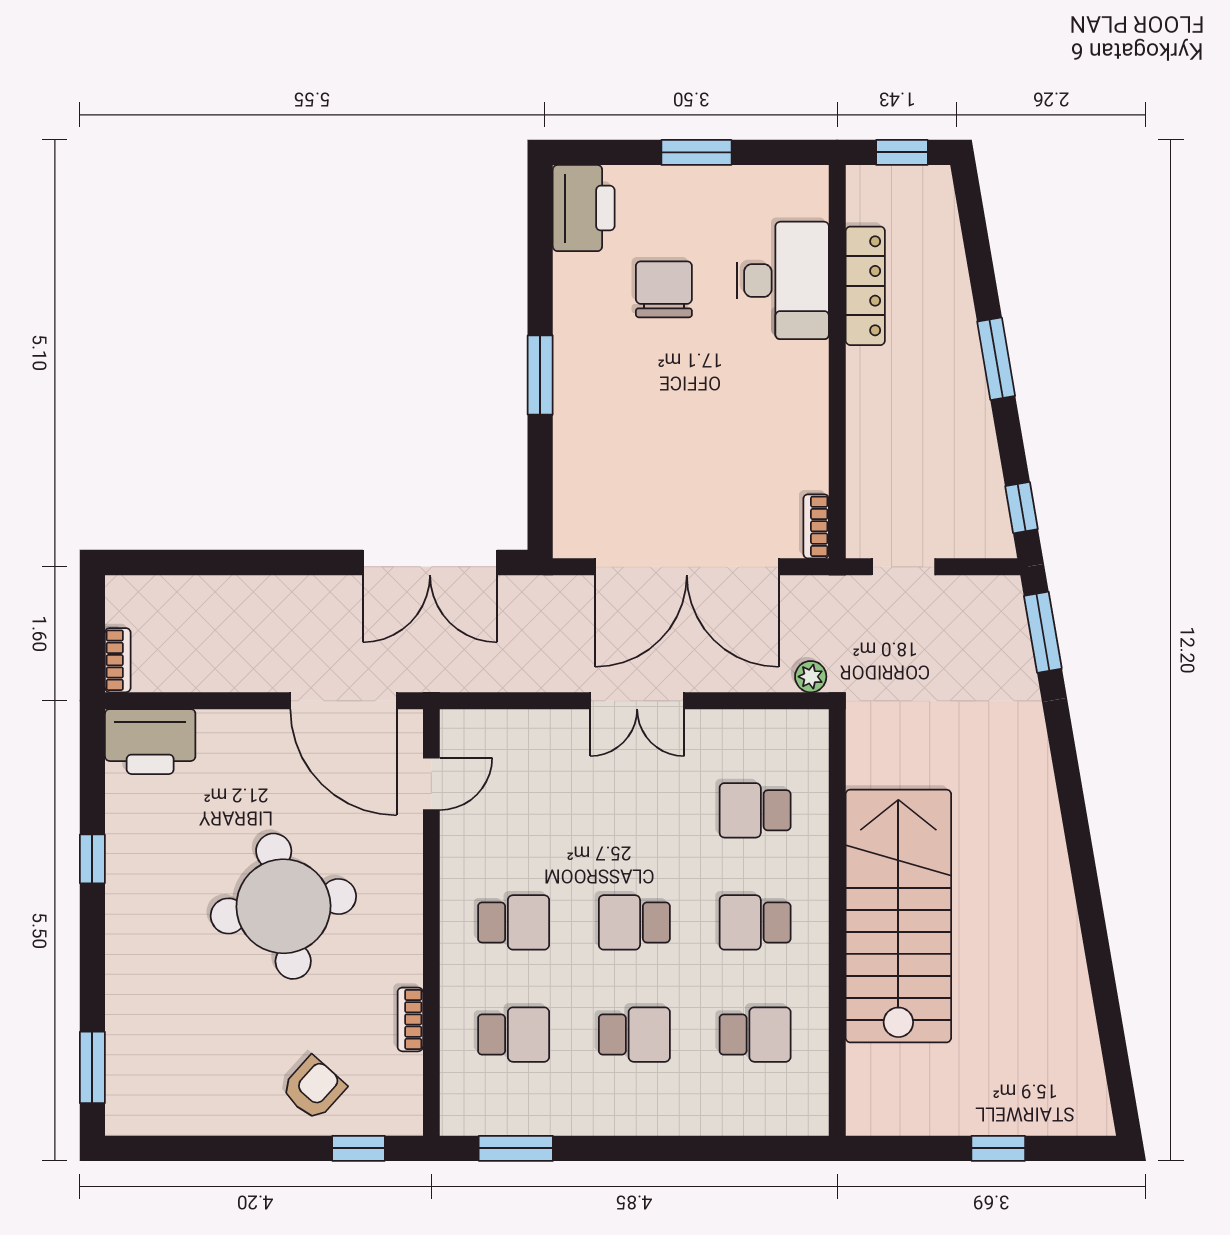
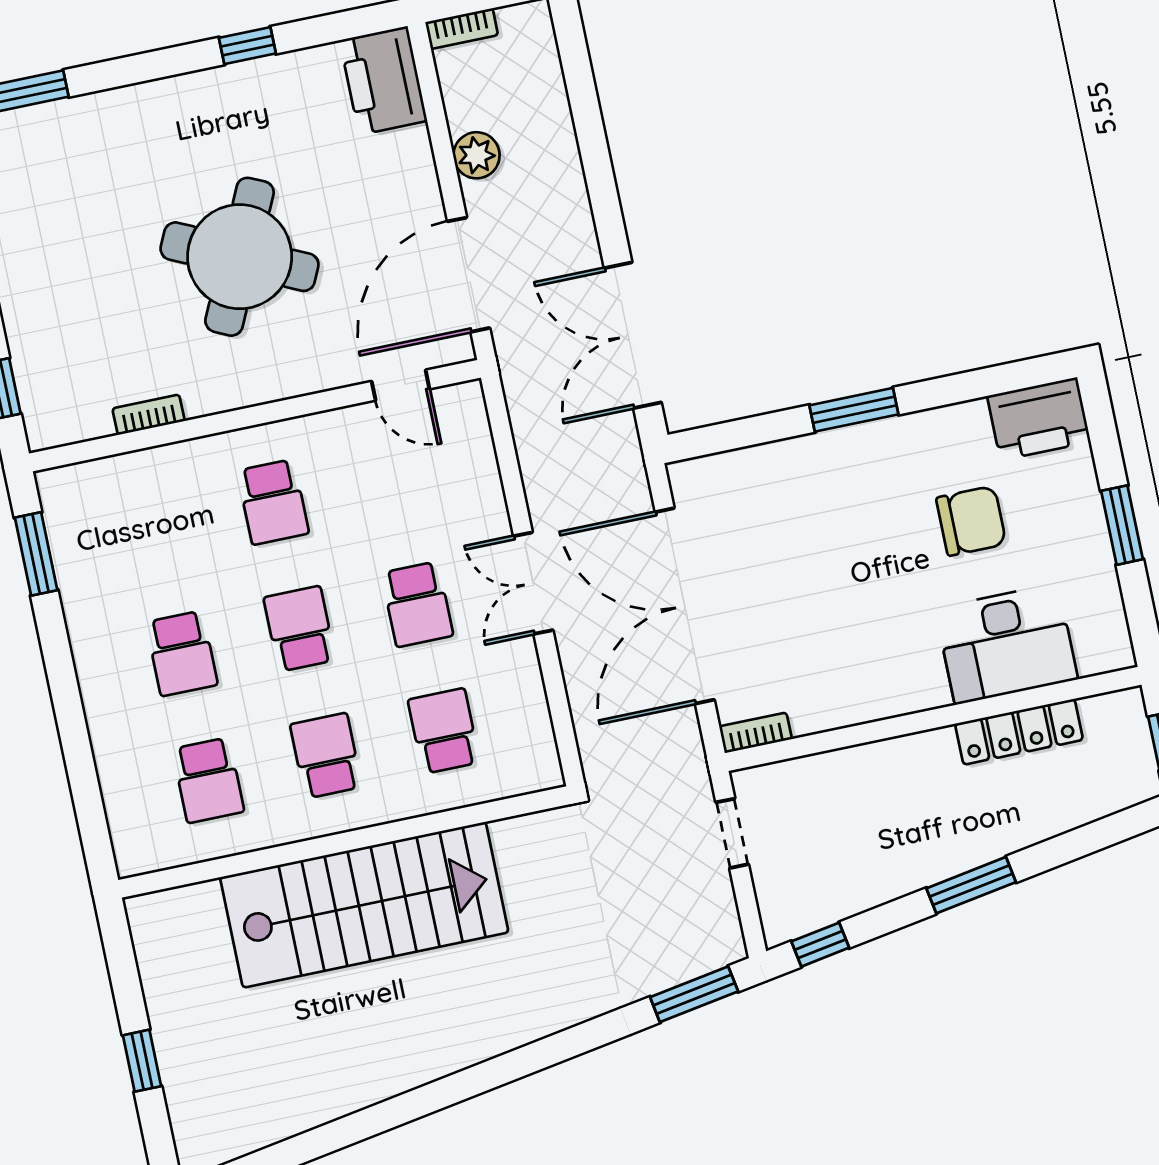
plant: (811, 677) -> (476, 155), moved, width x1.38, depth x1.38
round table: (283, 906) -> (240, 257), turned 35
school desk: (514, 1035) -> (417, 604), moved
armchair: (314, 1088) -> (55, 328), removed

